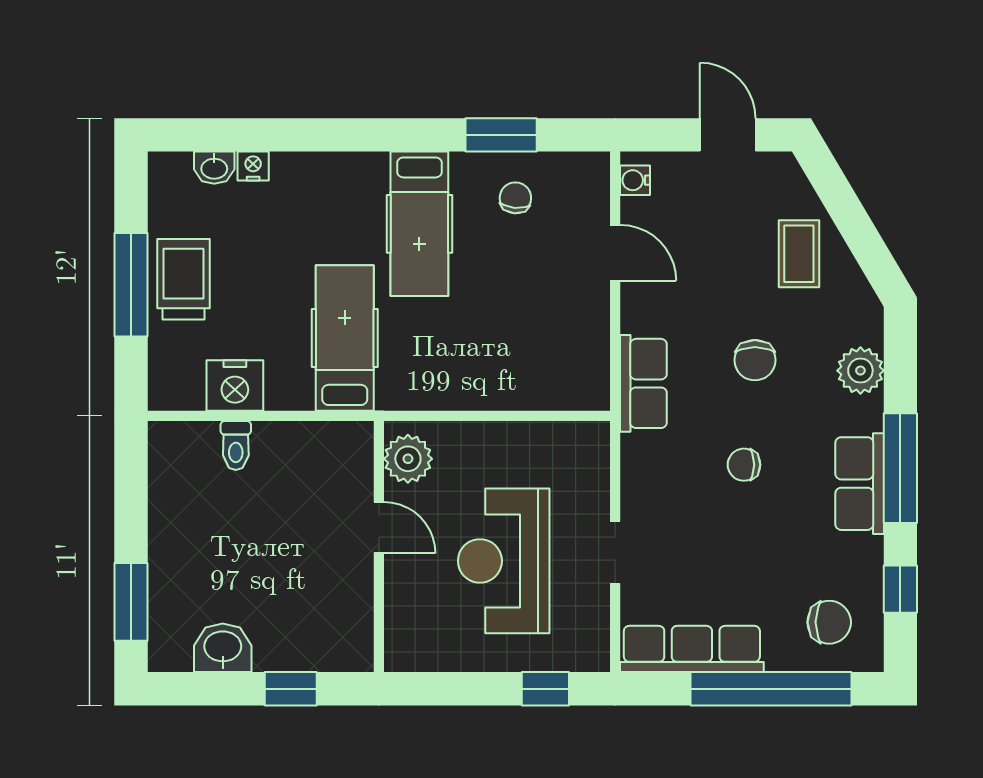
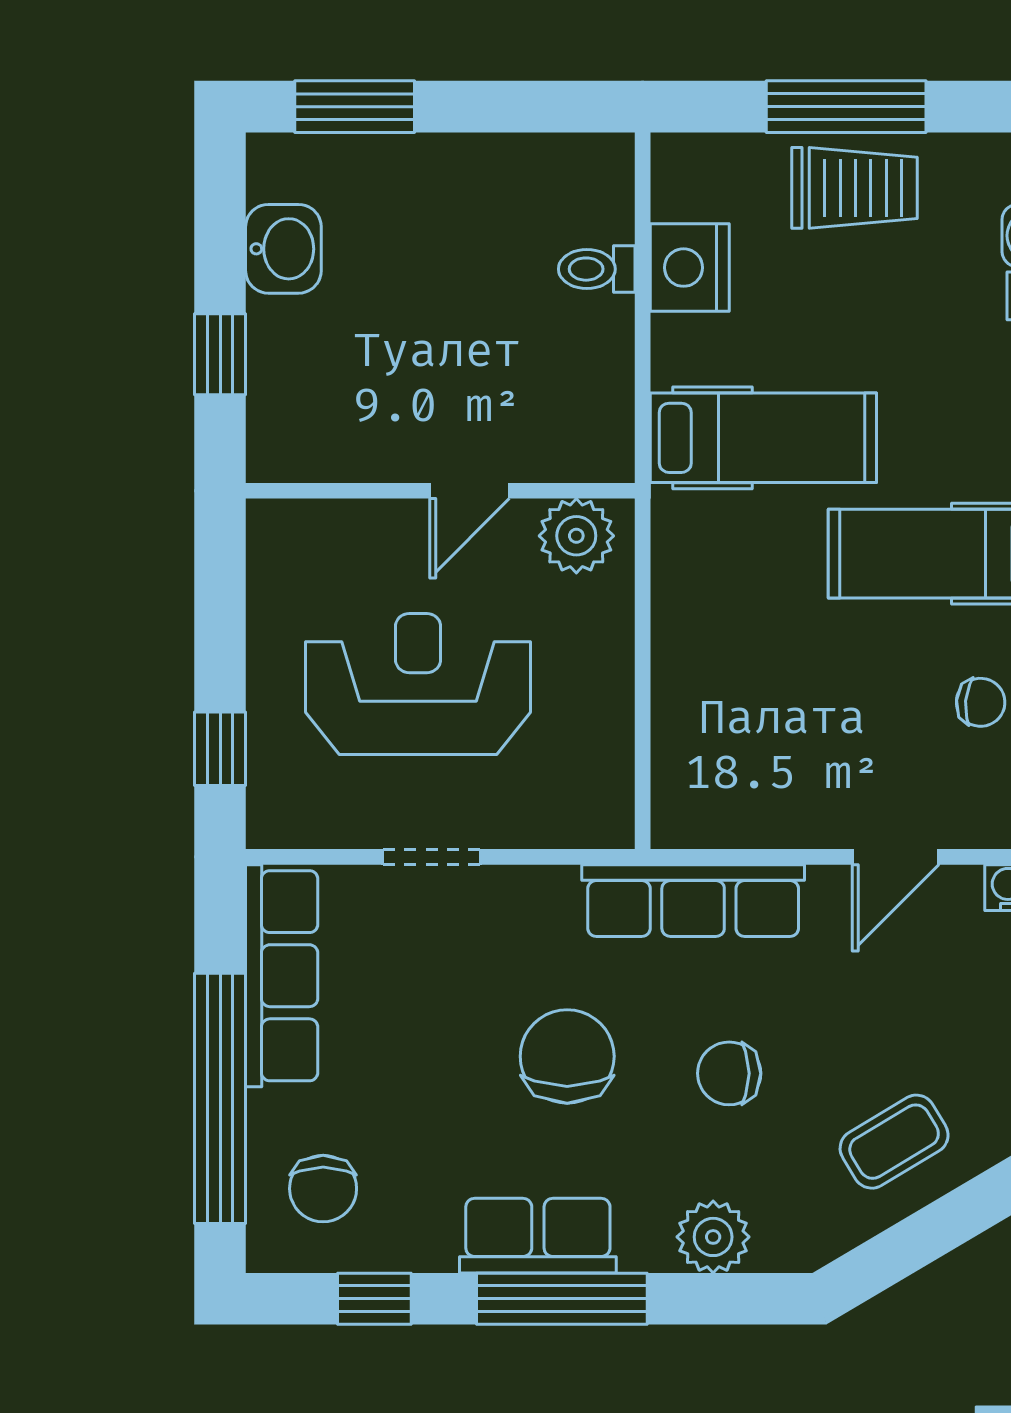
coffee table: (799, 254) -> (894, 1142), turned -31
row of seats: (643, 383) -> (693, 901), width x1.48
chair: (744, 465) -> (567, 1056), width x1.87, depth x1.87

